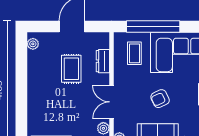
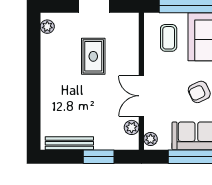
dresser: (103, 61) -> (131, 47), removed

